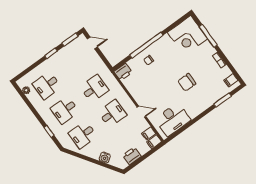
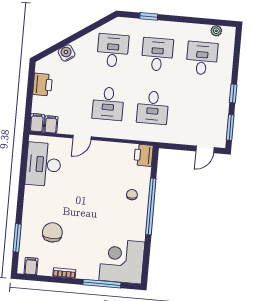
chair: (187, 82) -> (52, 232), moved

